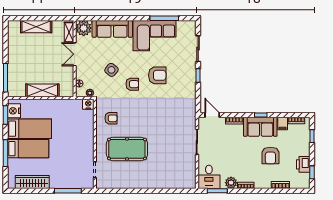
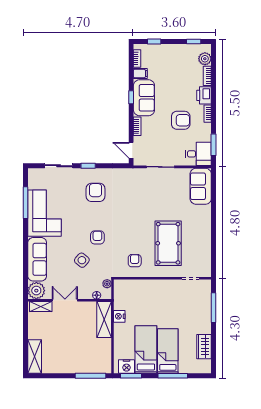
shelving: (36, 27) -> (35, 357), moved
double door: (75, 54) -> (65, 300), swing flipped
armchair: (157, 75) -> (96, 192), moved
shelving: (42, 90) -> (104, 320), moved
nightstand: (88, 104) -> (119, 316), moved
door: (212, 115) -> (131, 150), hinge flipped
armchair: (270, 156) -> (181, 120), moved
printer: (303, 164) -> (204, 95), moved, turned 90
sofa: (179, 179) -> (201, 186), added
wardrobe: (32, 182) -> (204, 347), width x0.67
plant: (231, 183) -> (205, 59), moved

